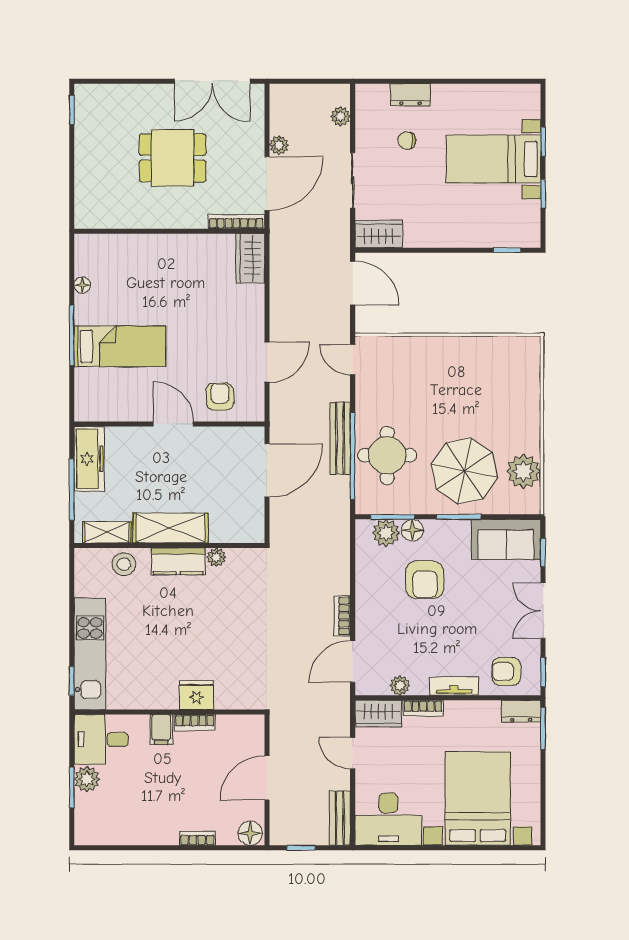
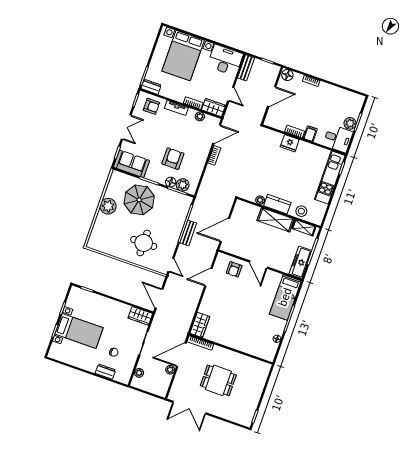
double door: (212, 81) -> (189, 408), swing flipped
bed: (120, 346) -> (285, 297), moved, turned -90
bench: (340, 438) -> (188, 233), width x0.73
round table: (387, 455) -> (144, 243), moved
plant: (523, 471) -> (108, 206), moved

